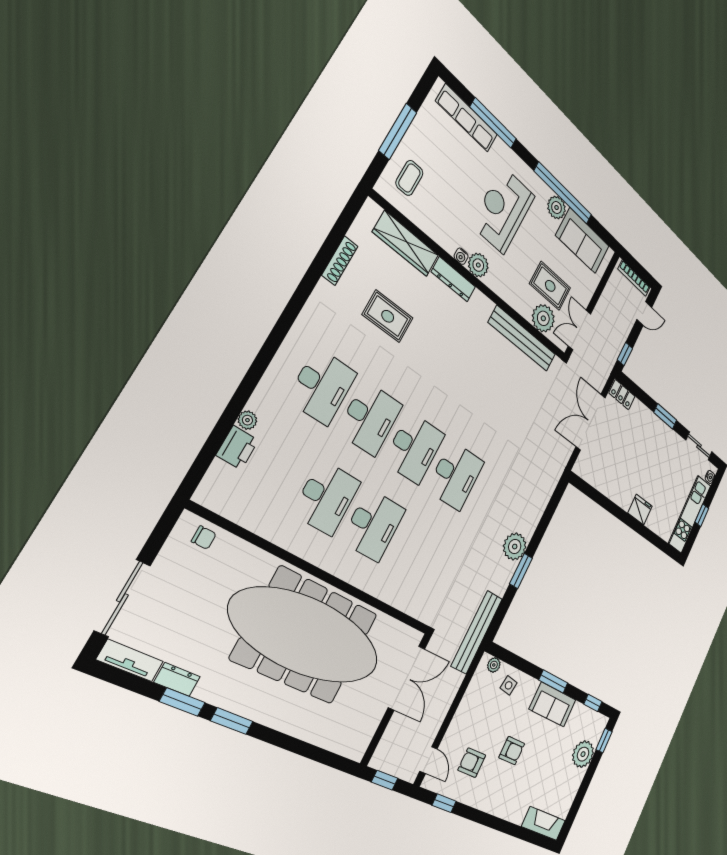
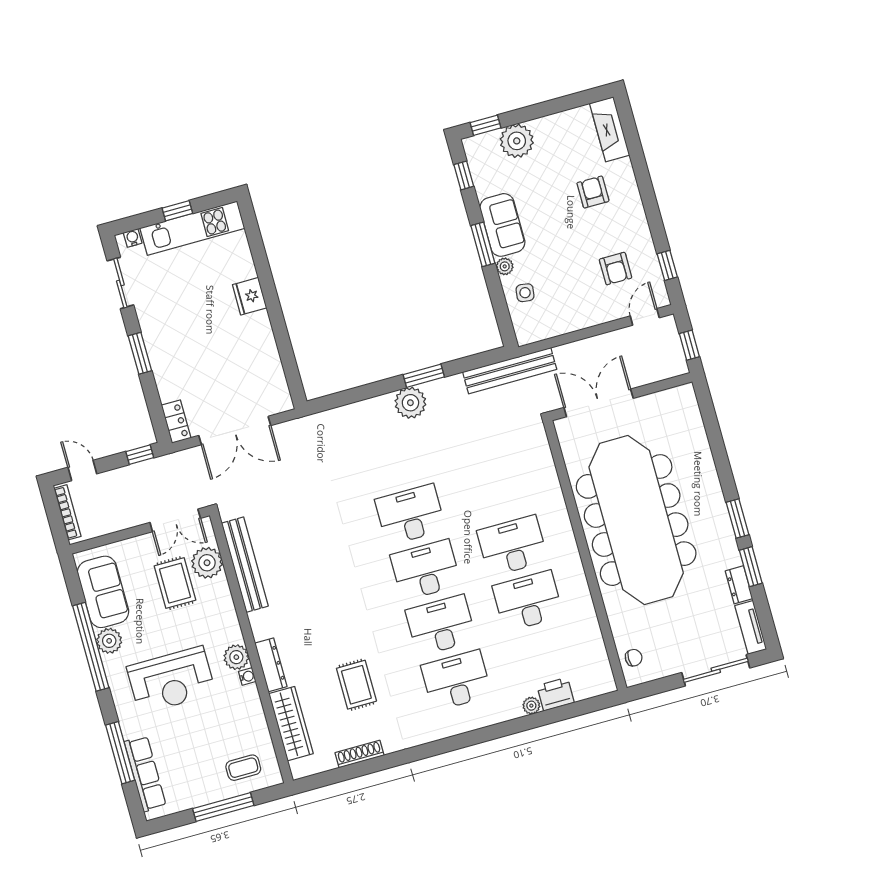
chair: (204, 538) -> (634, 658), turned 90
plant: (494, 665) -> (505, 266), moved
armchair: (512, 751) -> (593, 192), moved

